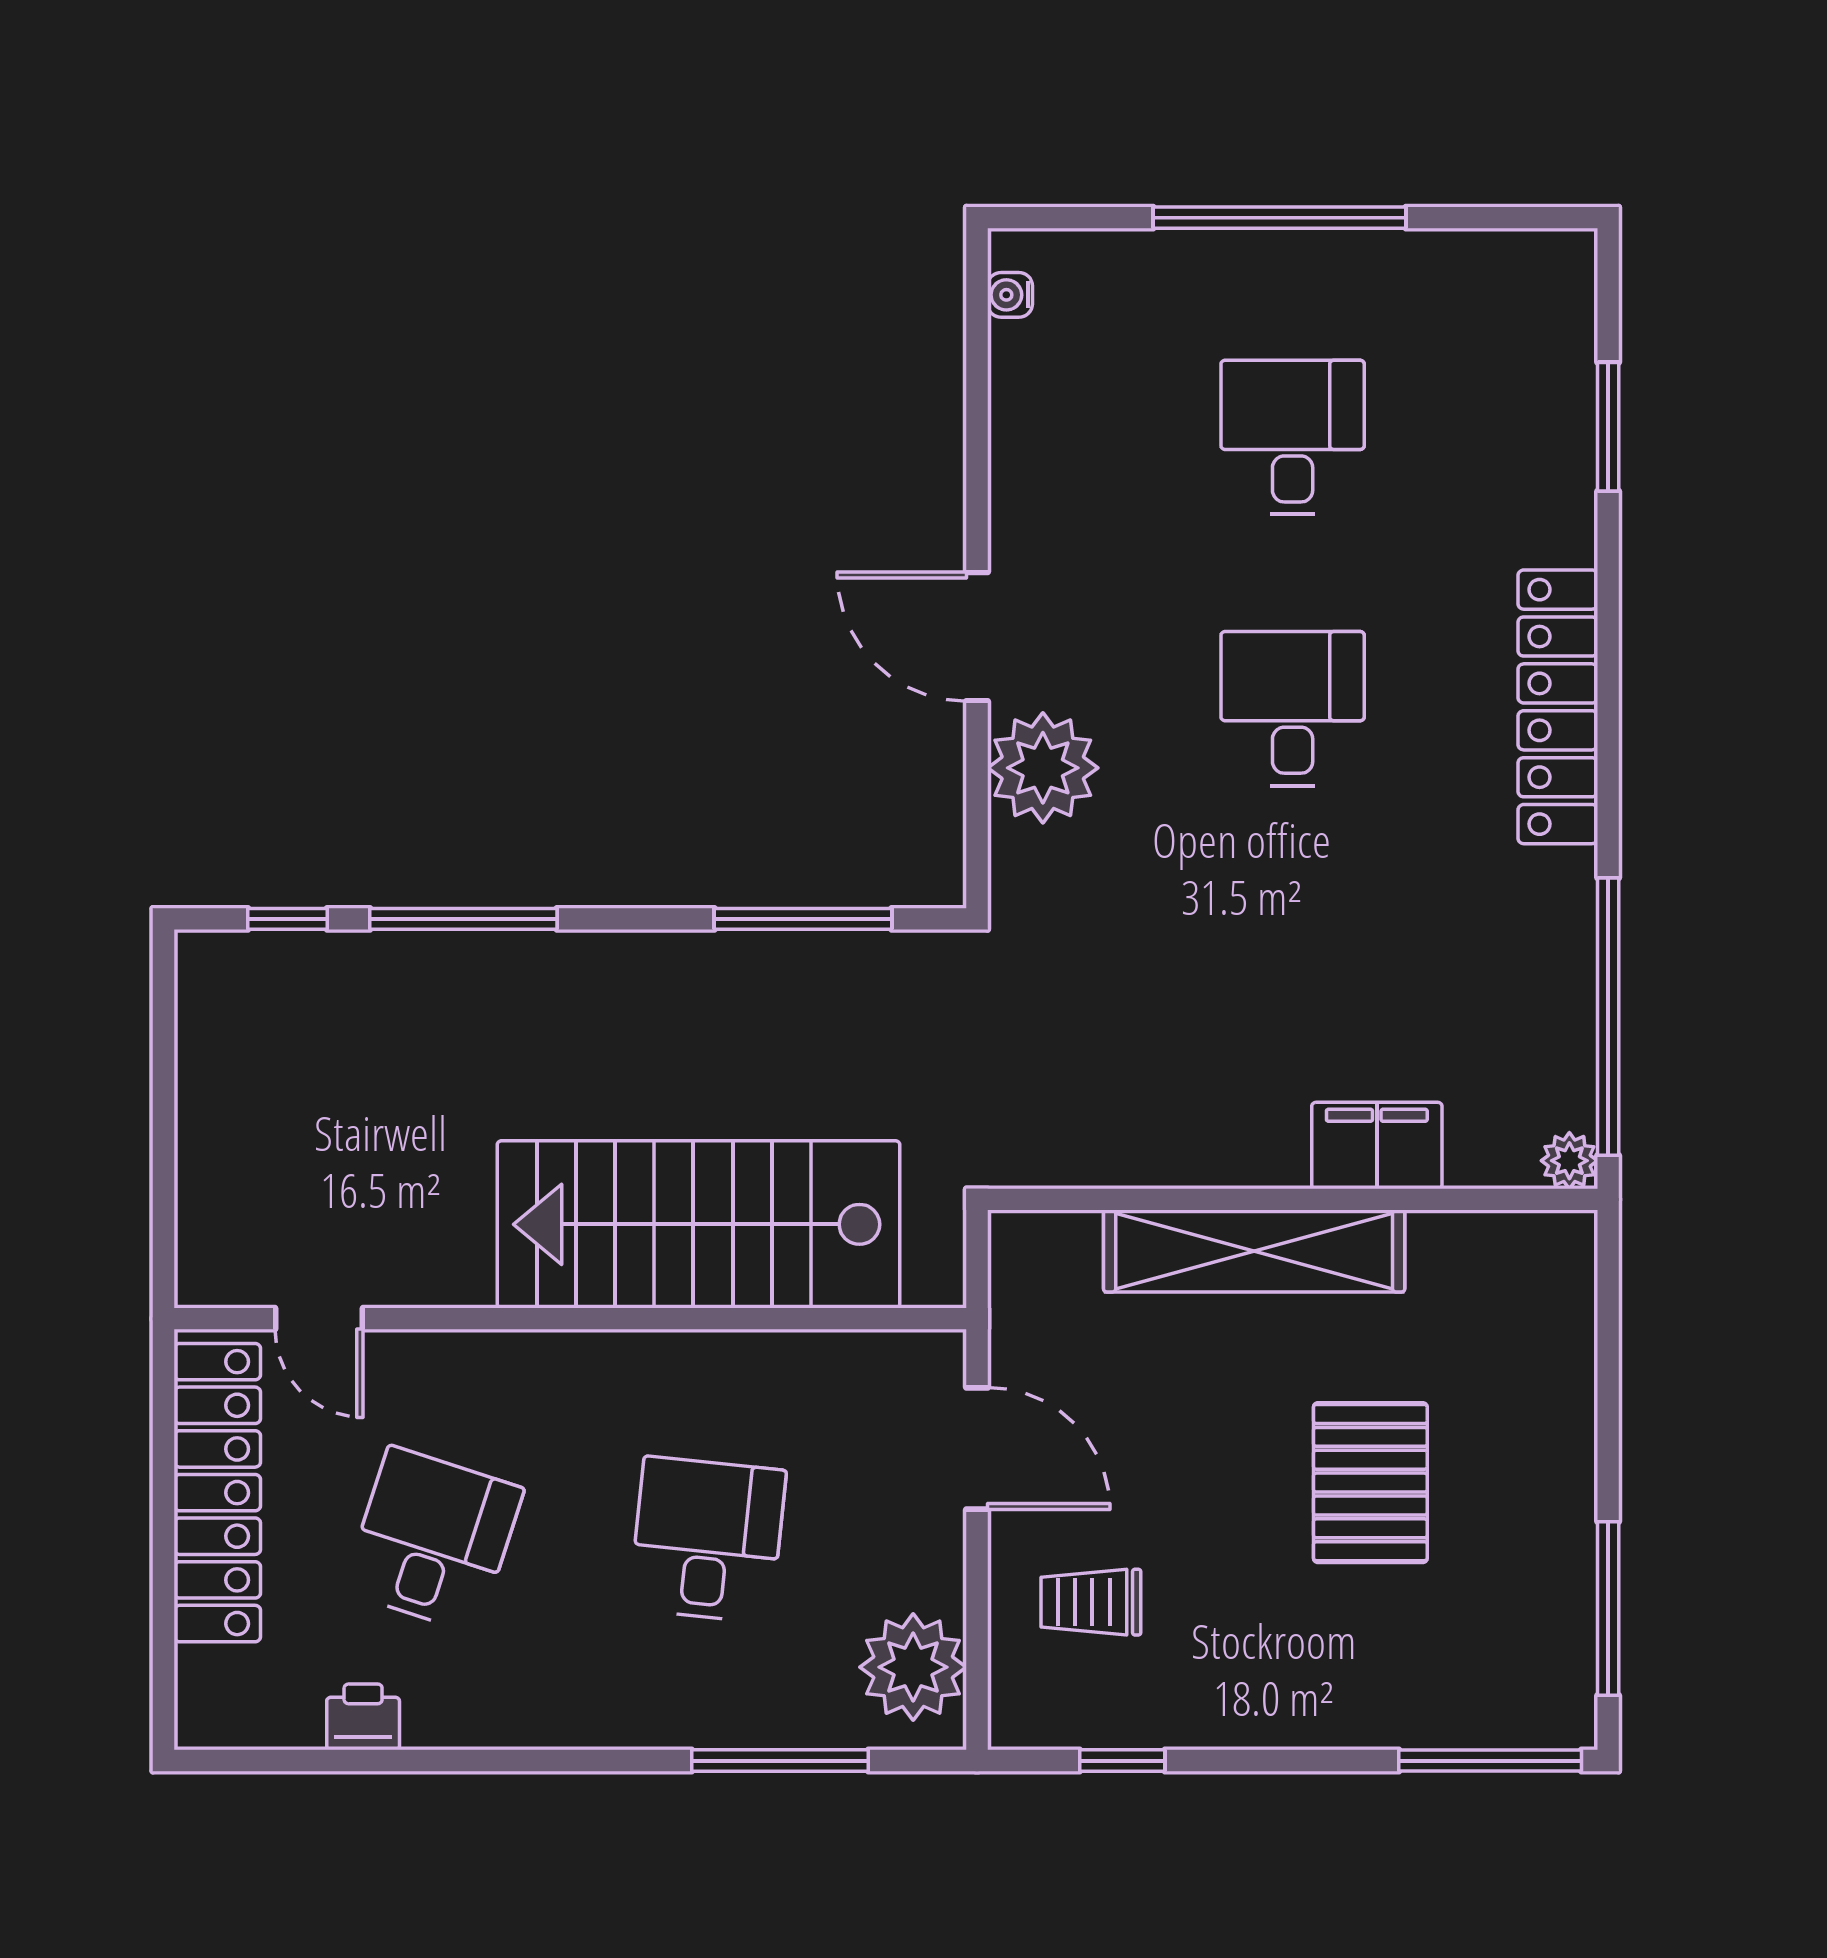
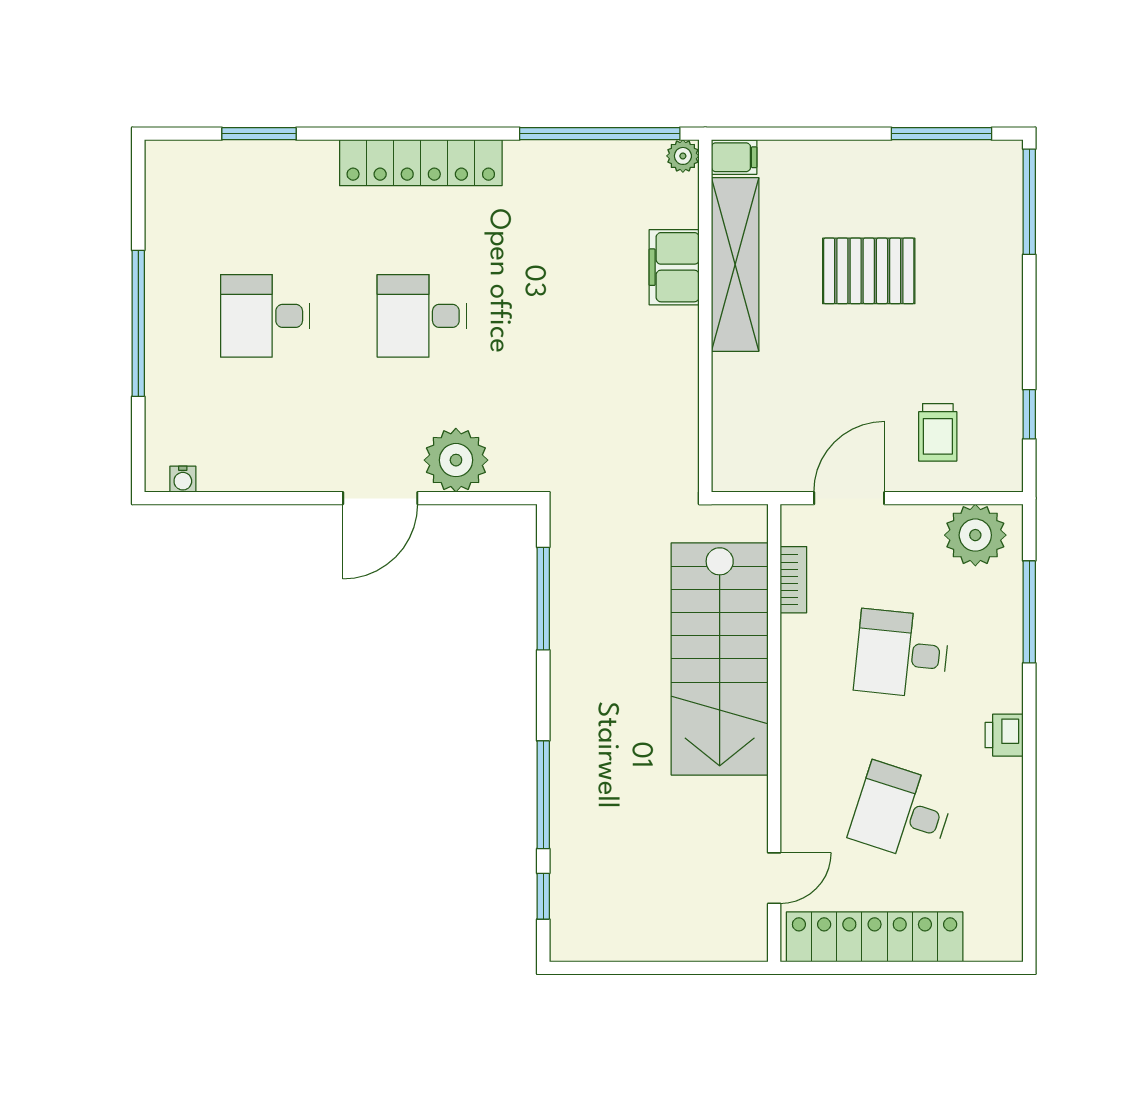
filing cabinet: (1567, 1249) -> (734, 157), added
shelving: (1254, 1251) -> (735, 264), moved
bookcase: (836, 1352) -> (793, 580), added
printer: (363, 1717) -> (1004, 735), moved

